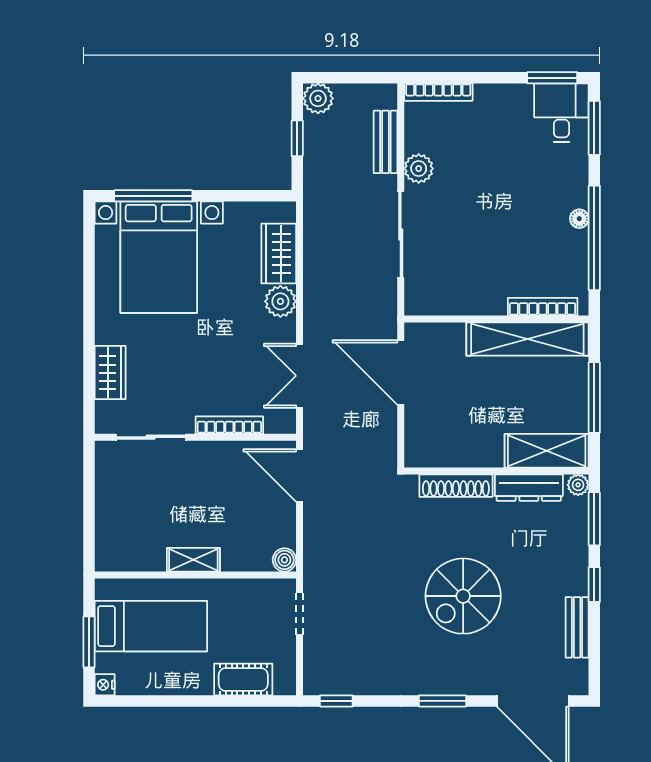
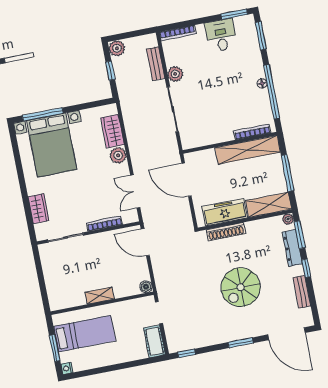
desk: (561, 113) -> (221, 35), moved
freezer: (461, 448) -> (225, 212), added
dresser: (529, 488) -> (292, 248), moved, turned 90
cot: (243, 679) -> (154, 341), moved, turned 90

